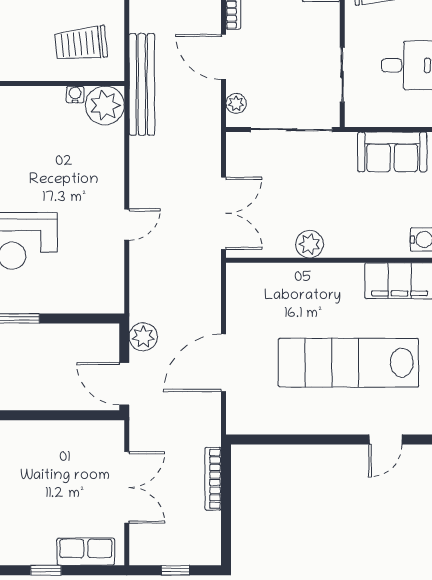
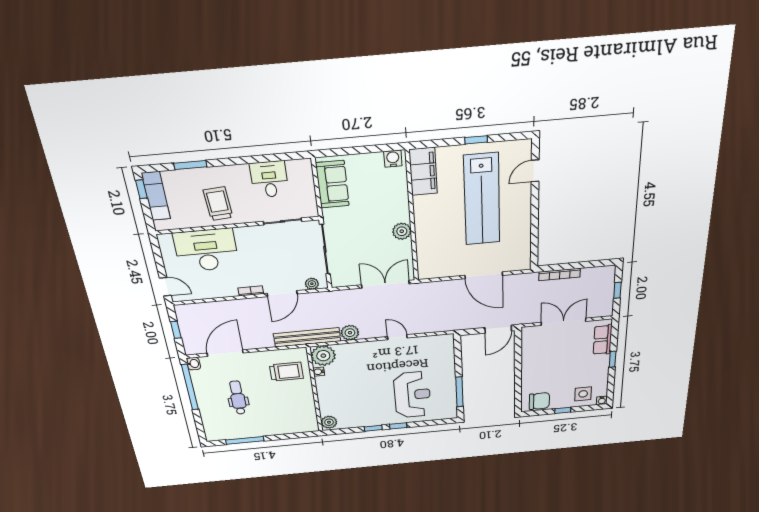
trolley: (81, 44) -> (286, 372), turned -84
plant: (143, 337) -> (350, 333), moved
door: (385, 439) -> (535, 171), swing flipped

